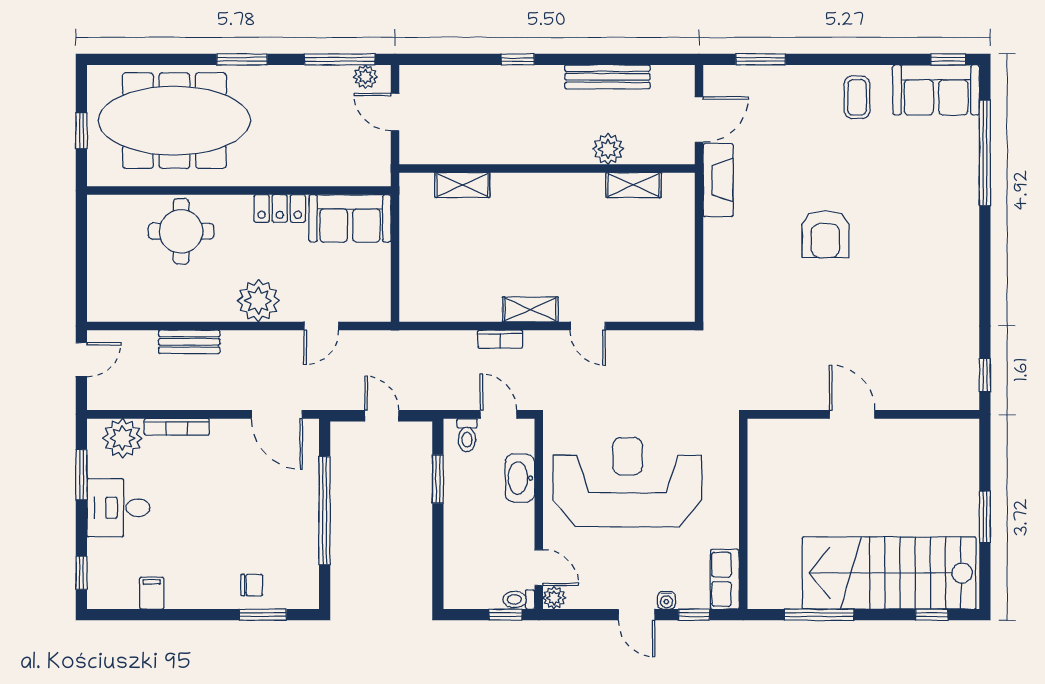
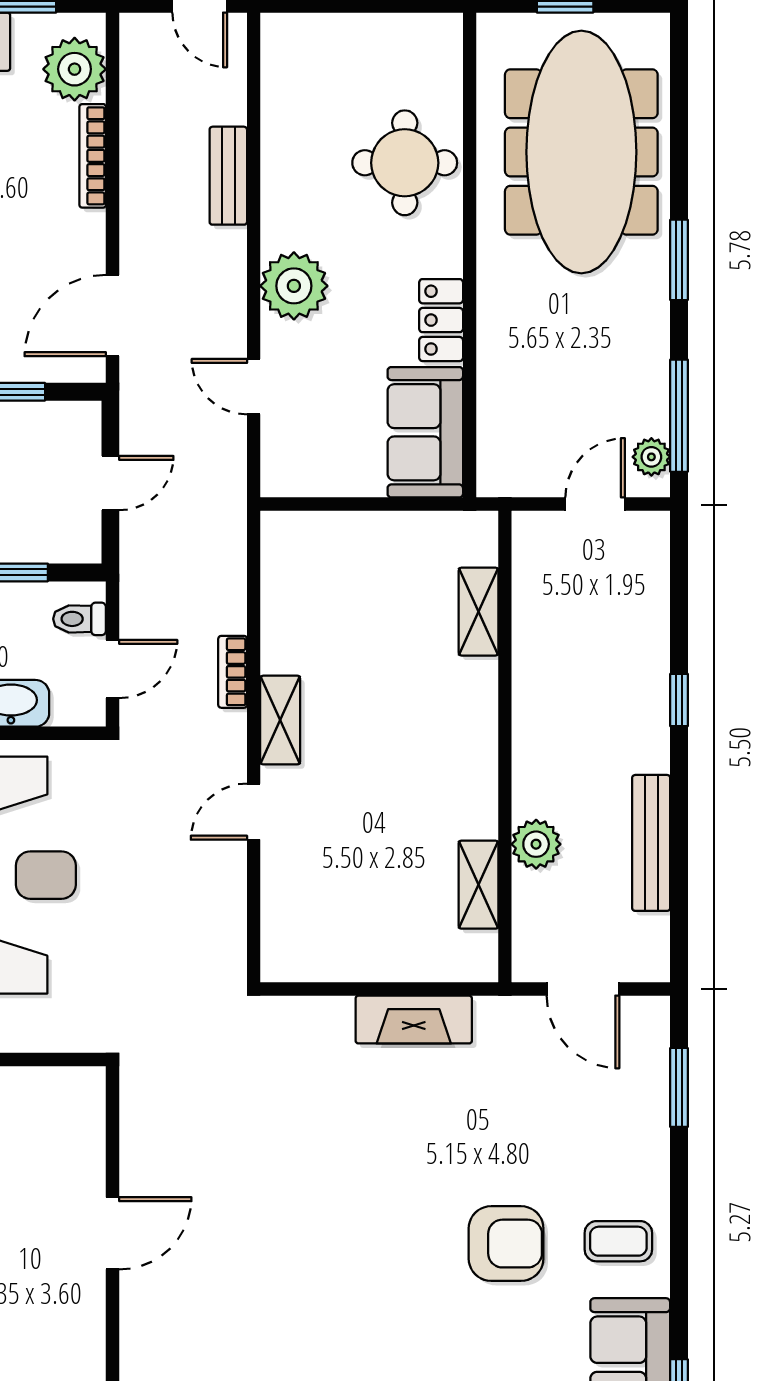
fireplace: (718, 180) -> (414, 1020), moved
armchair: (825, 234) -> (506, 1244), moved, turned 180

